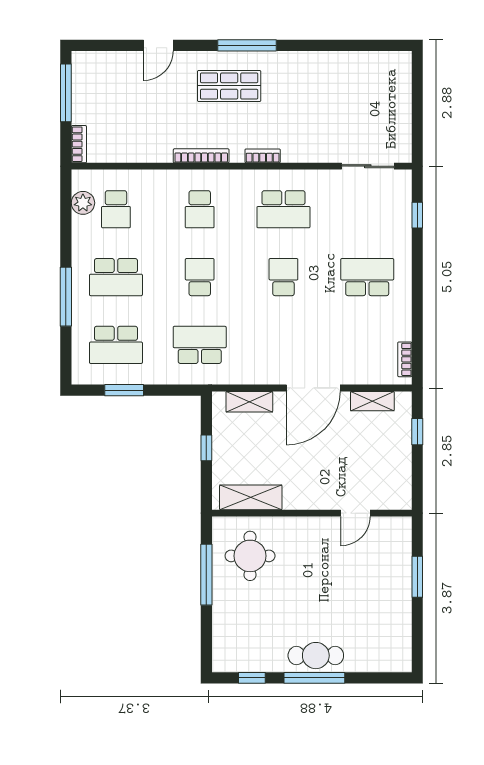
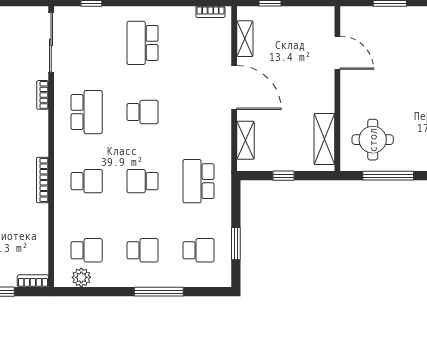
bookcase: (263, 156) -> (43, 95), moved
sliding door: (368, 166) -> (51, 42), width x1.37
school desk: (116, 277) -> (143, 250), width x0.54
school desk: (283, 277) -> (143, 112), turned 180
school desk: (116, 345) -> (199, 250), width x0.54
door: (355, 513) -> (337, 53), width x1.38

